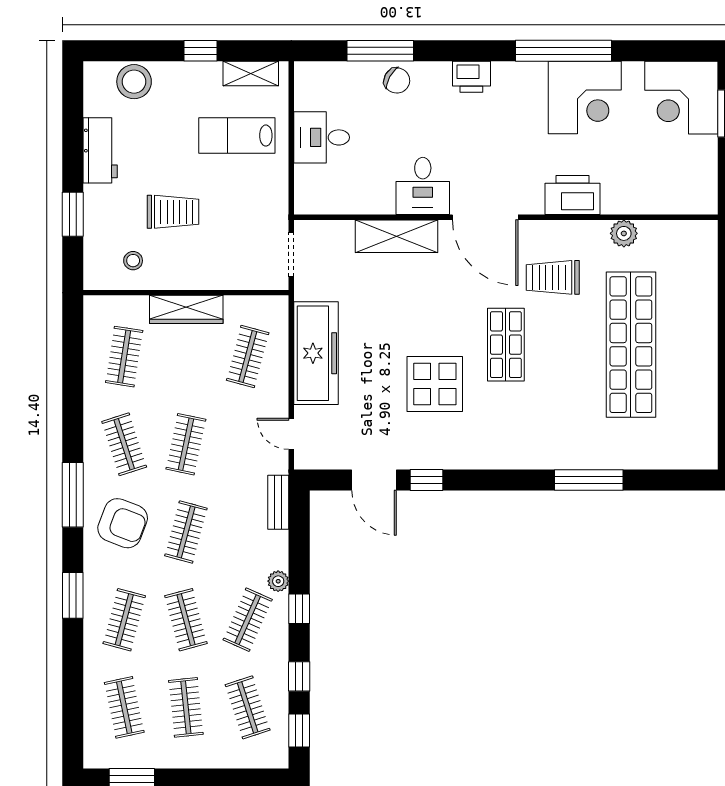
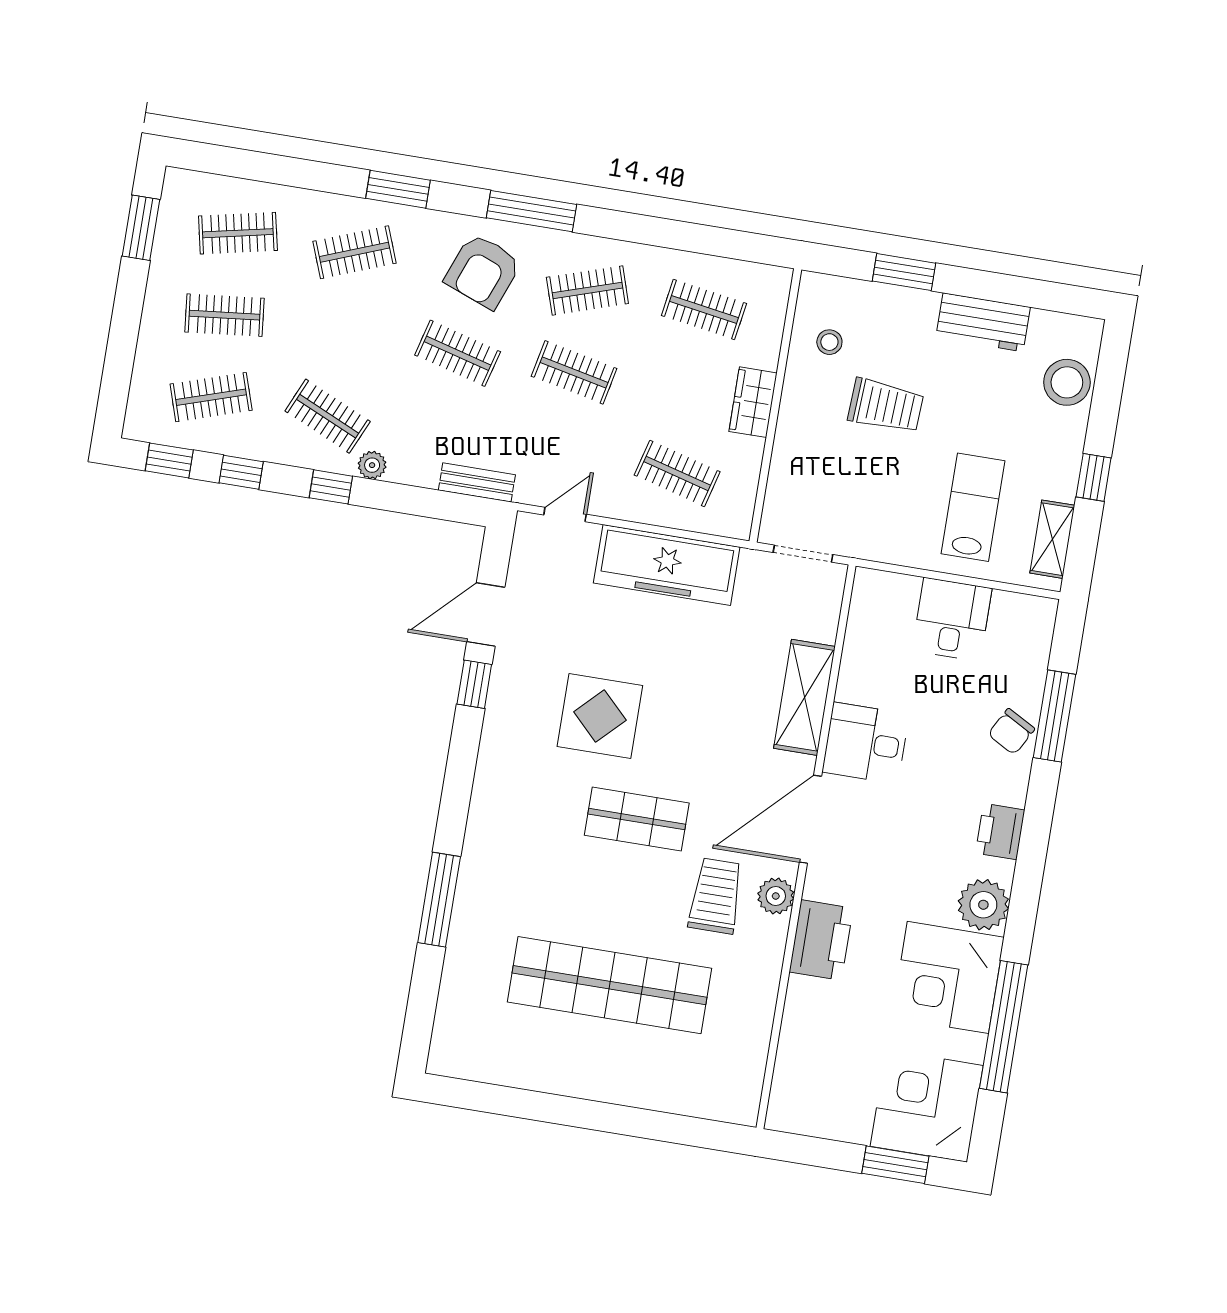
window: (563, 51) -> (1004, 1027), moved
plant: (527, 80) -> (983, 905), added
trolley: (173, 212) -> (886, 406), turned -87
plant: (624, 233) -> (776, 896), moved
wardrobe: (186, 309) -> (753, 402), width x0.67
clothes rail: (124, 620) -> (354, 252), turned -36
clothes rail: (186, 620) -> (341, 334), removed

